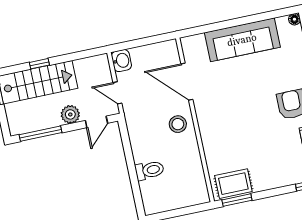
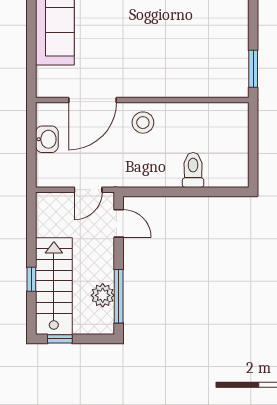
washbasin: (121, 61) -> (47, 139), moved, turned 90
plant: (70, 114) -> (103, 295), moved
rug: (233, 184) -> (232, 69), removed

